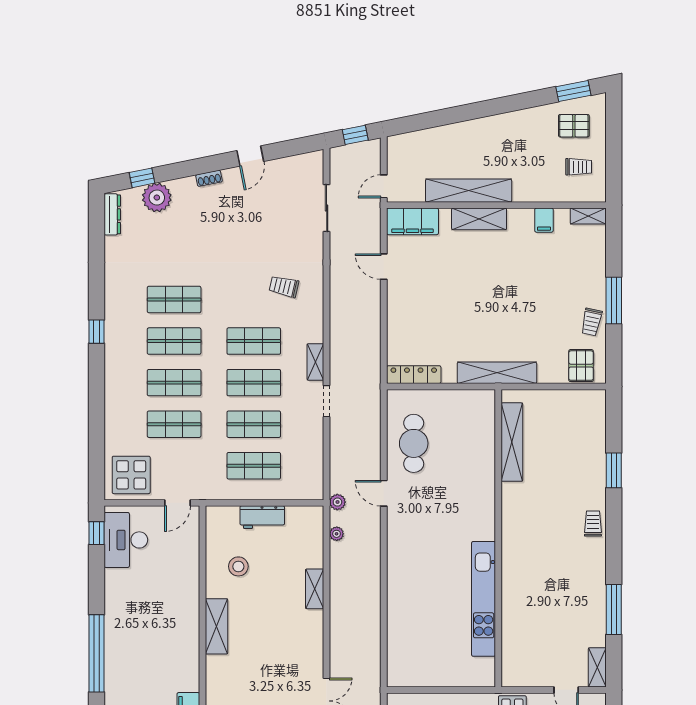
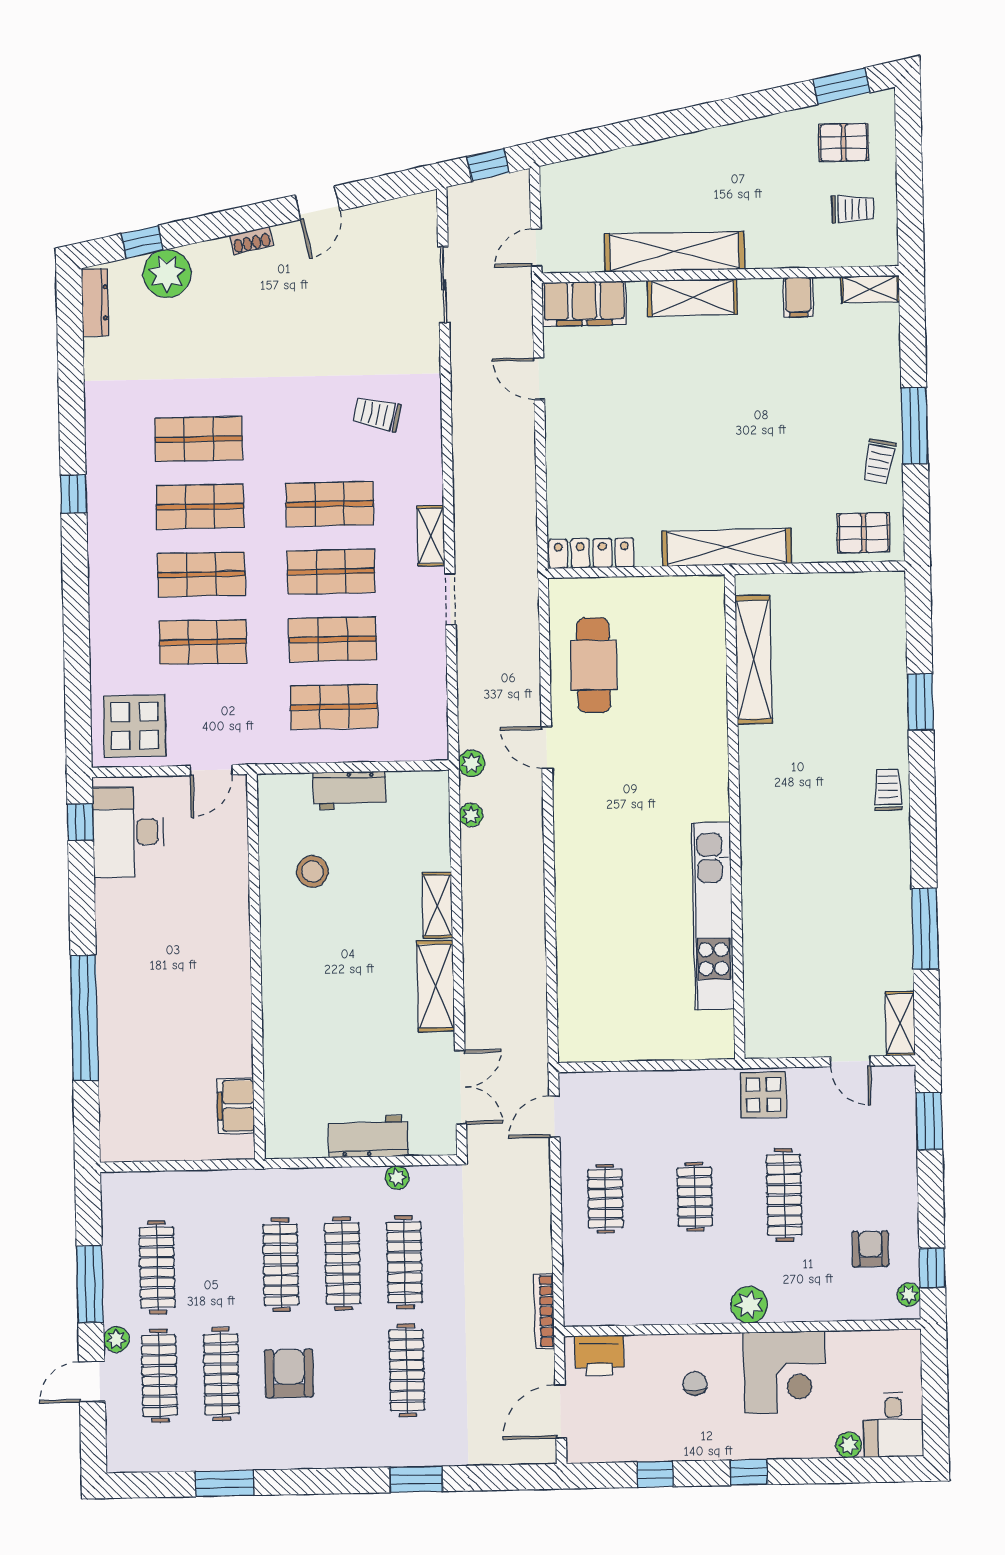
pallet: (581, 366) -> (863, 533), turned 90
shelving: (216, 626) -> (436, 986), moved

